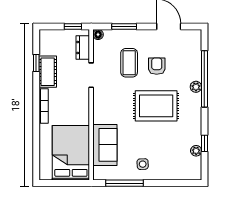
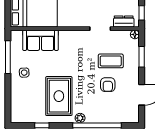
armchair: (157, 66) -> (108, 85), turned 90
plant: (196, 87) -> (80, 118), moved
rug: (156, 106) -> (59, 96), moved
plant: (196, 151) -> (36, 118), removed

